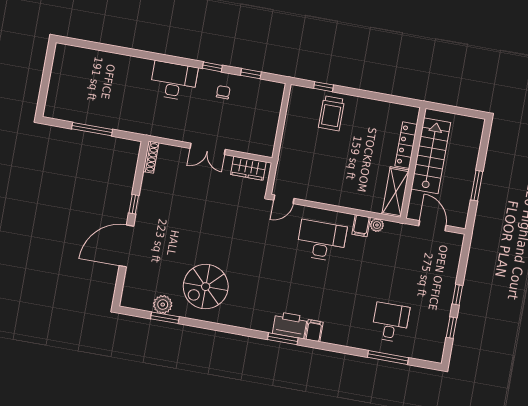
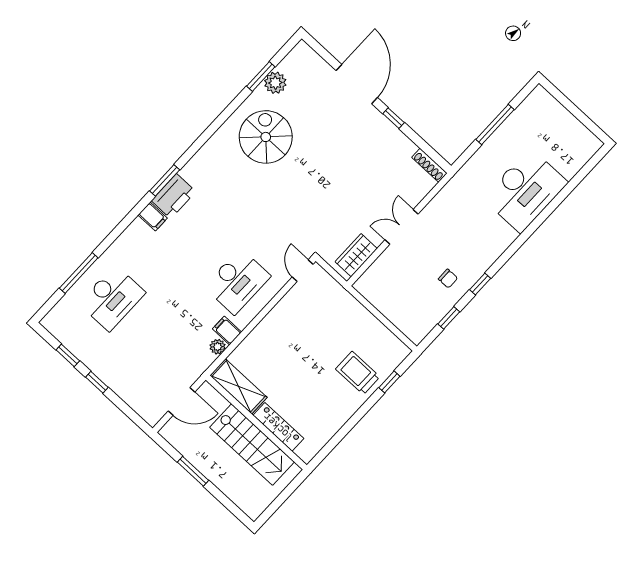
desk: (174, 81) -> (525, 190), moved, width x1.36, depth x1.30
desk: (390, 322) -> (112, 298), width x1.37

